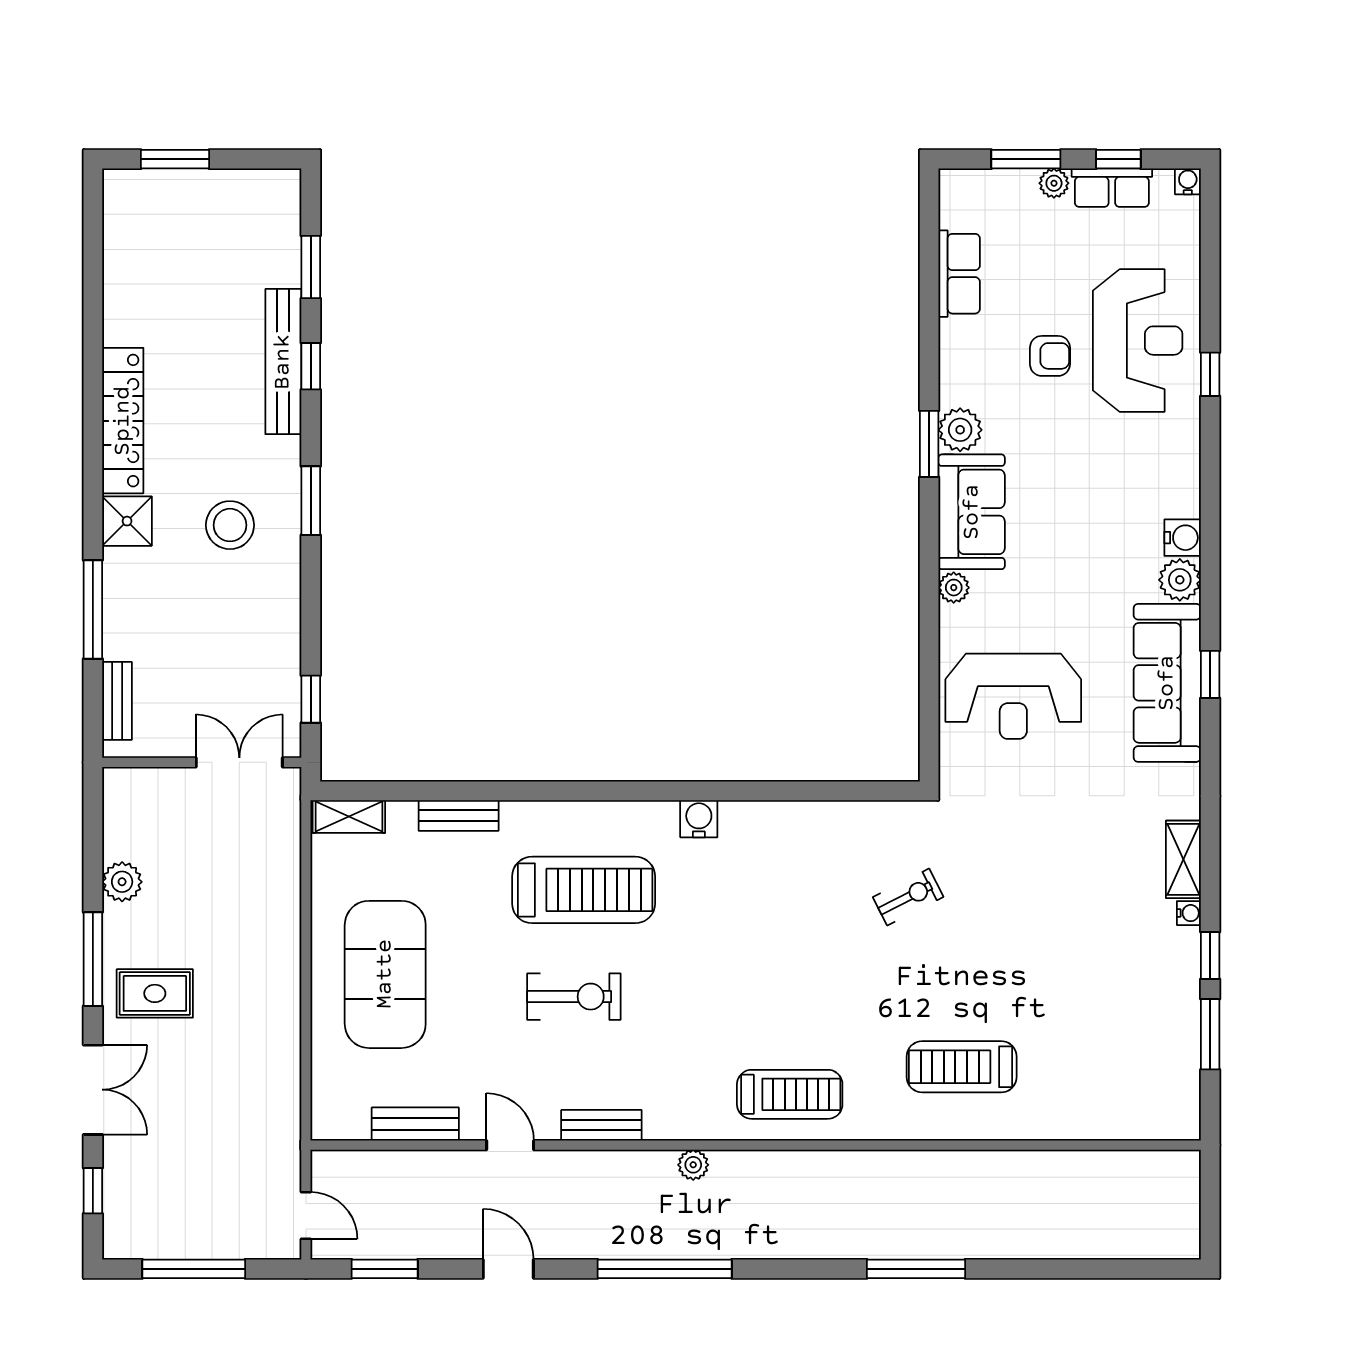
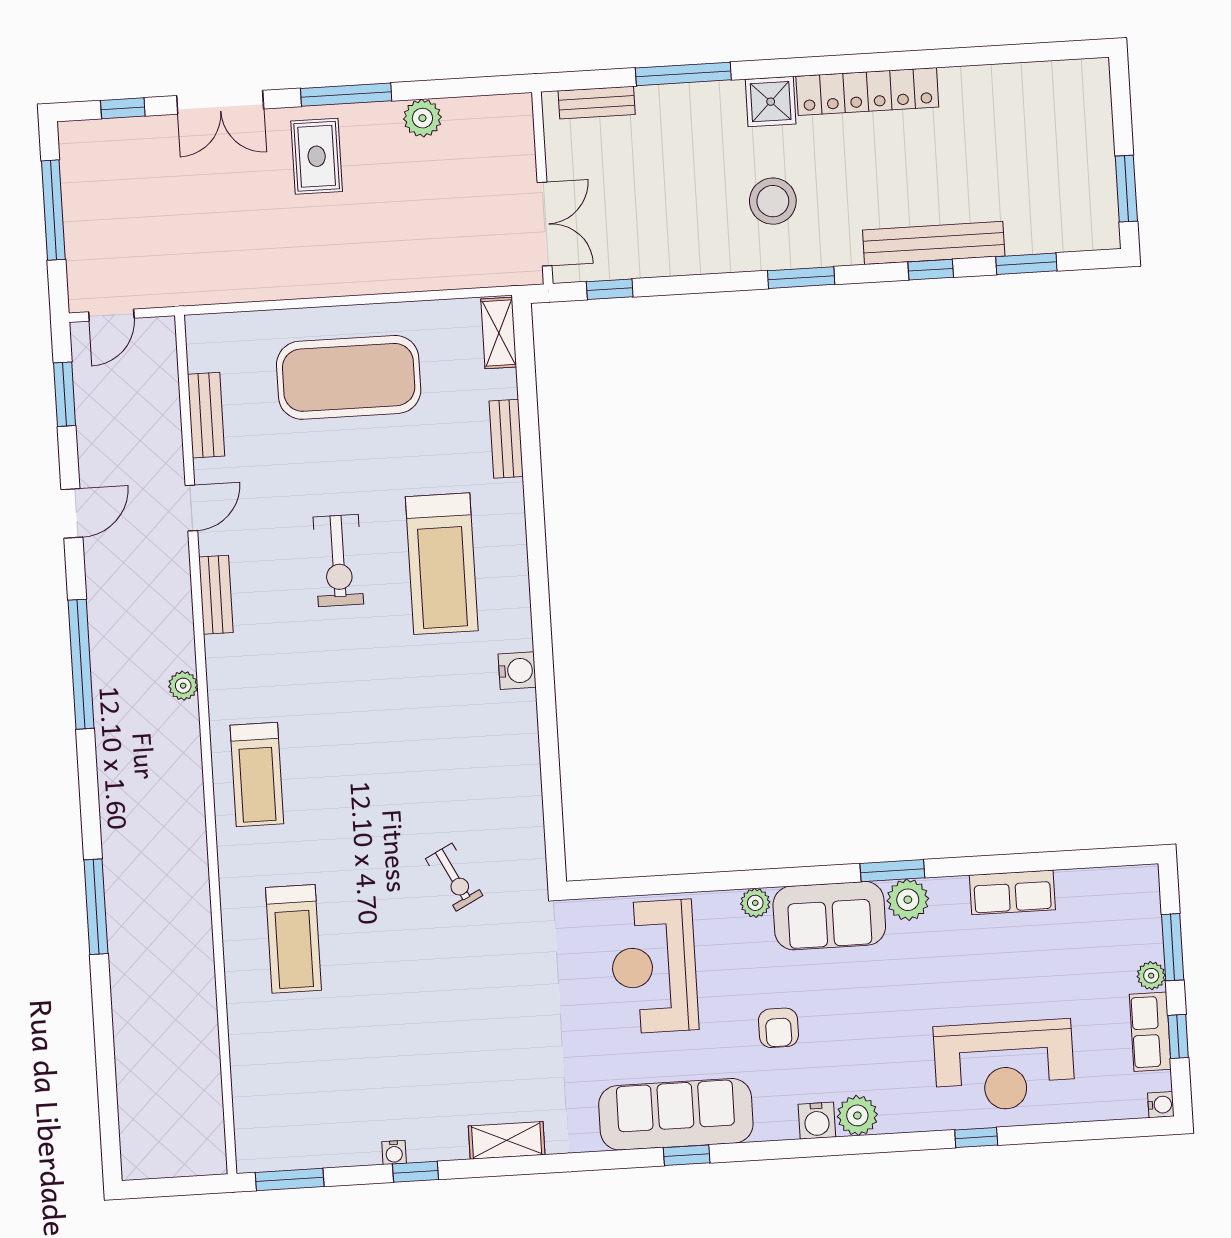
window: (175, 159) -> (1126, 189), moved
row of seats: (959, 274) -> (1012, 892), moved
armchair: (1050, 356) -> (778, 1028), moved
plant: (1180, 580) -> (857, 1115), moved
water cooler: (1189, 913) -> (394, 1152), moved
window: (1210, 1034) -> (290, 1179), moved
treadmill: (962, 1067) -> (294, 939), turned 180

